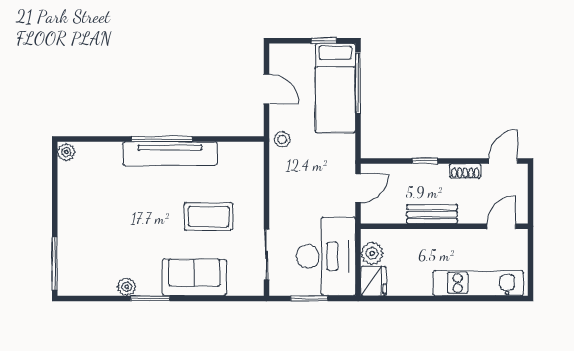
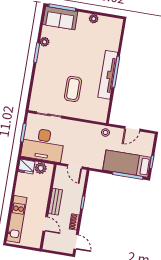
plant: (66, 152) -> (94, 19), moved
door: (501, 226) -> (45, 224), moved
sofa: (194, 277) -> (60, 18), moved, turned 90

